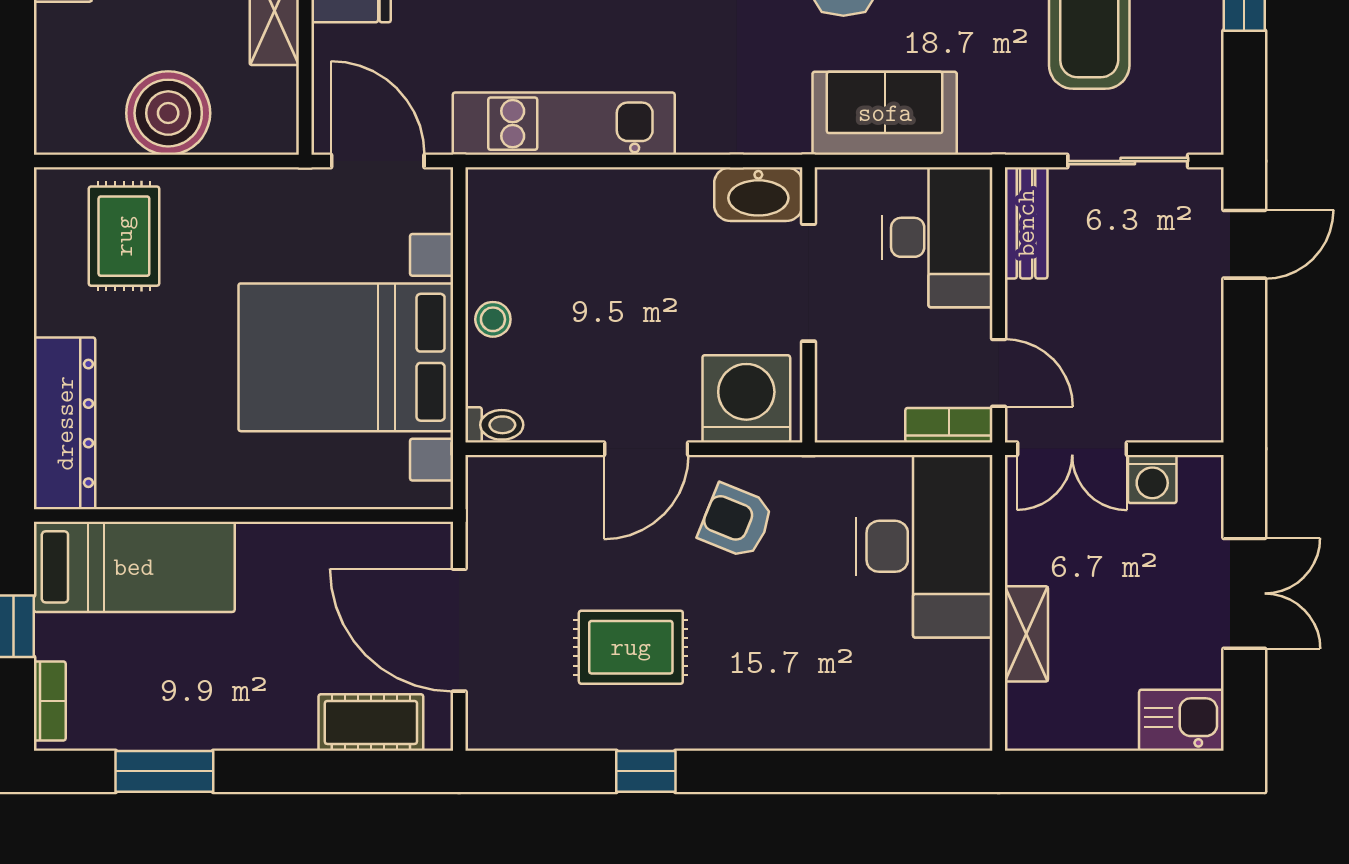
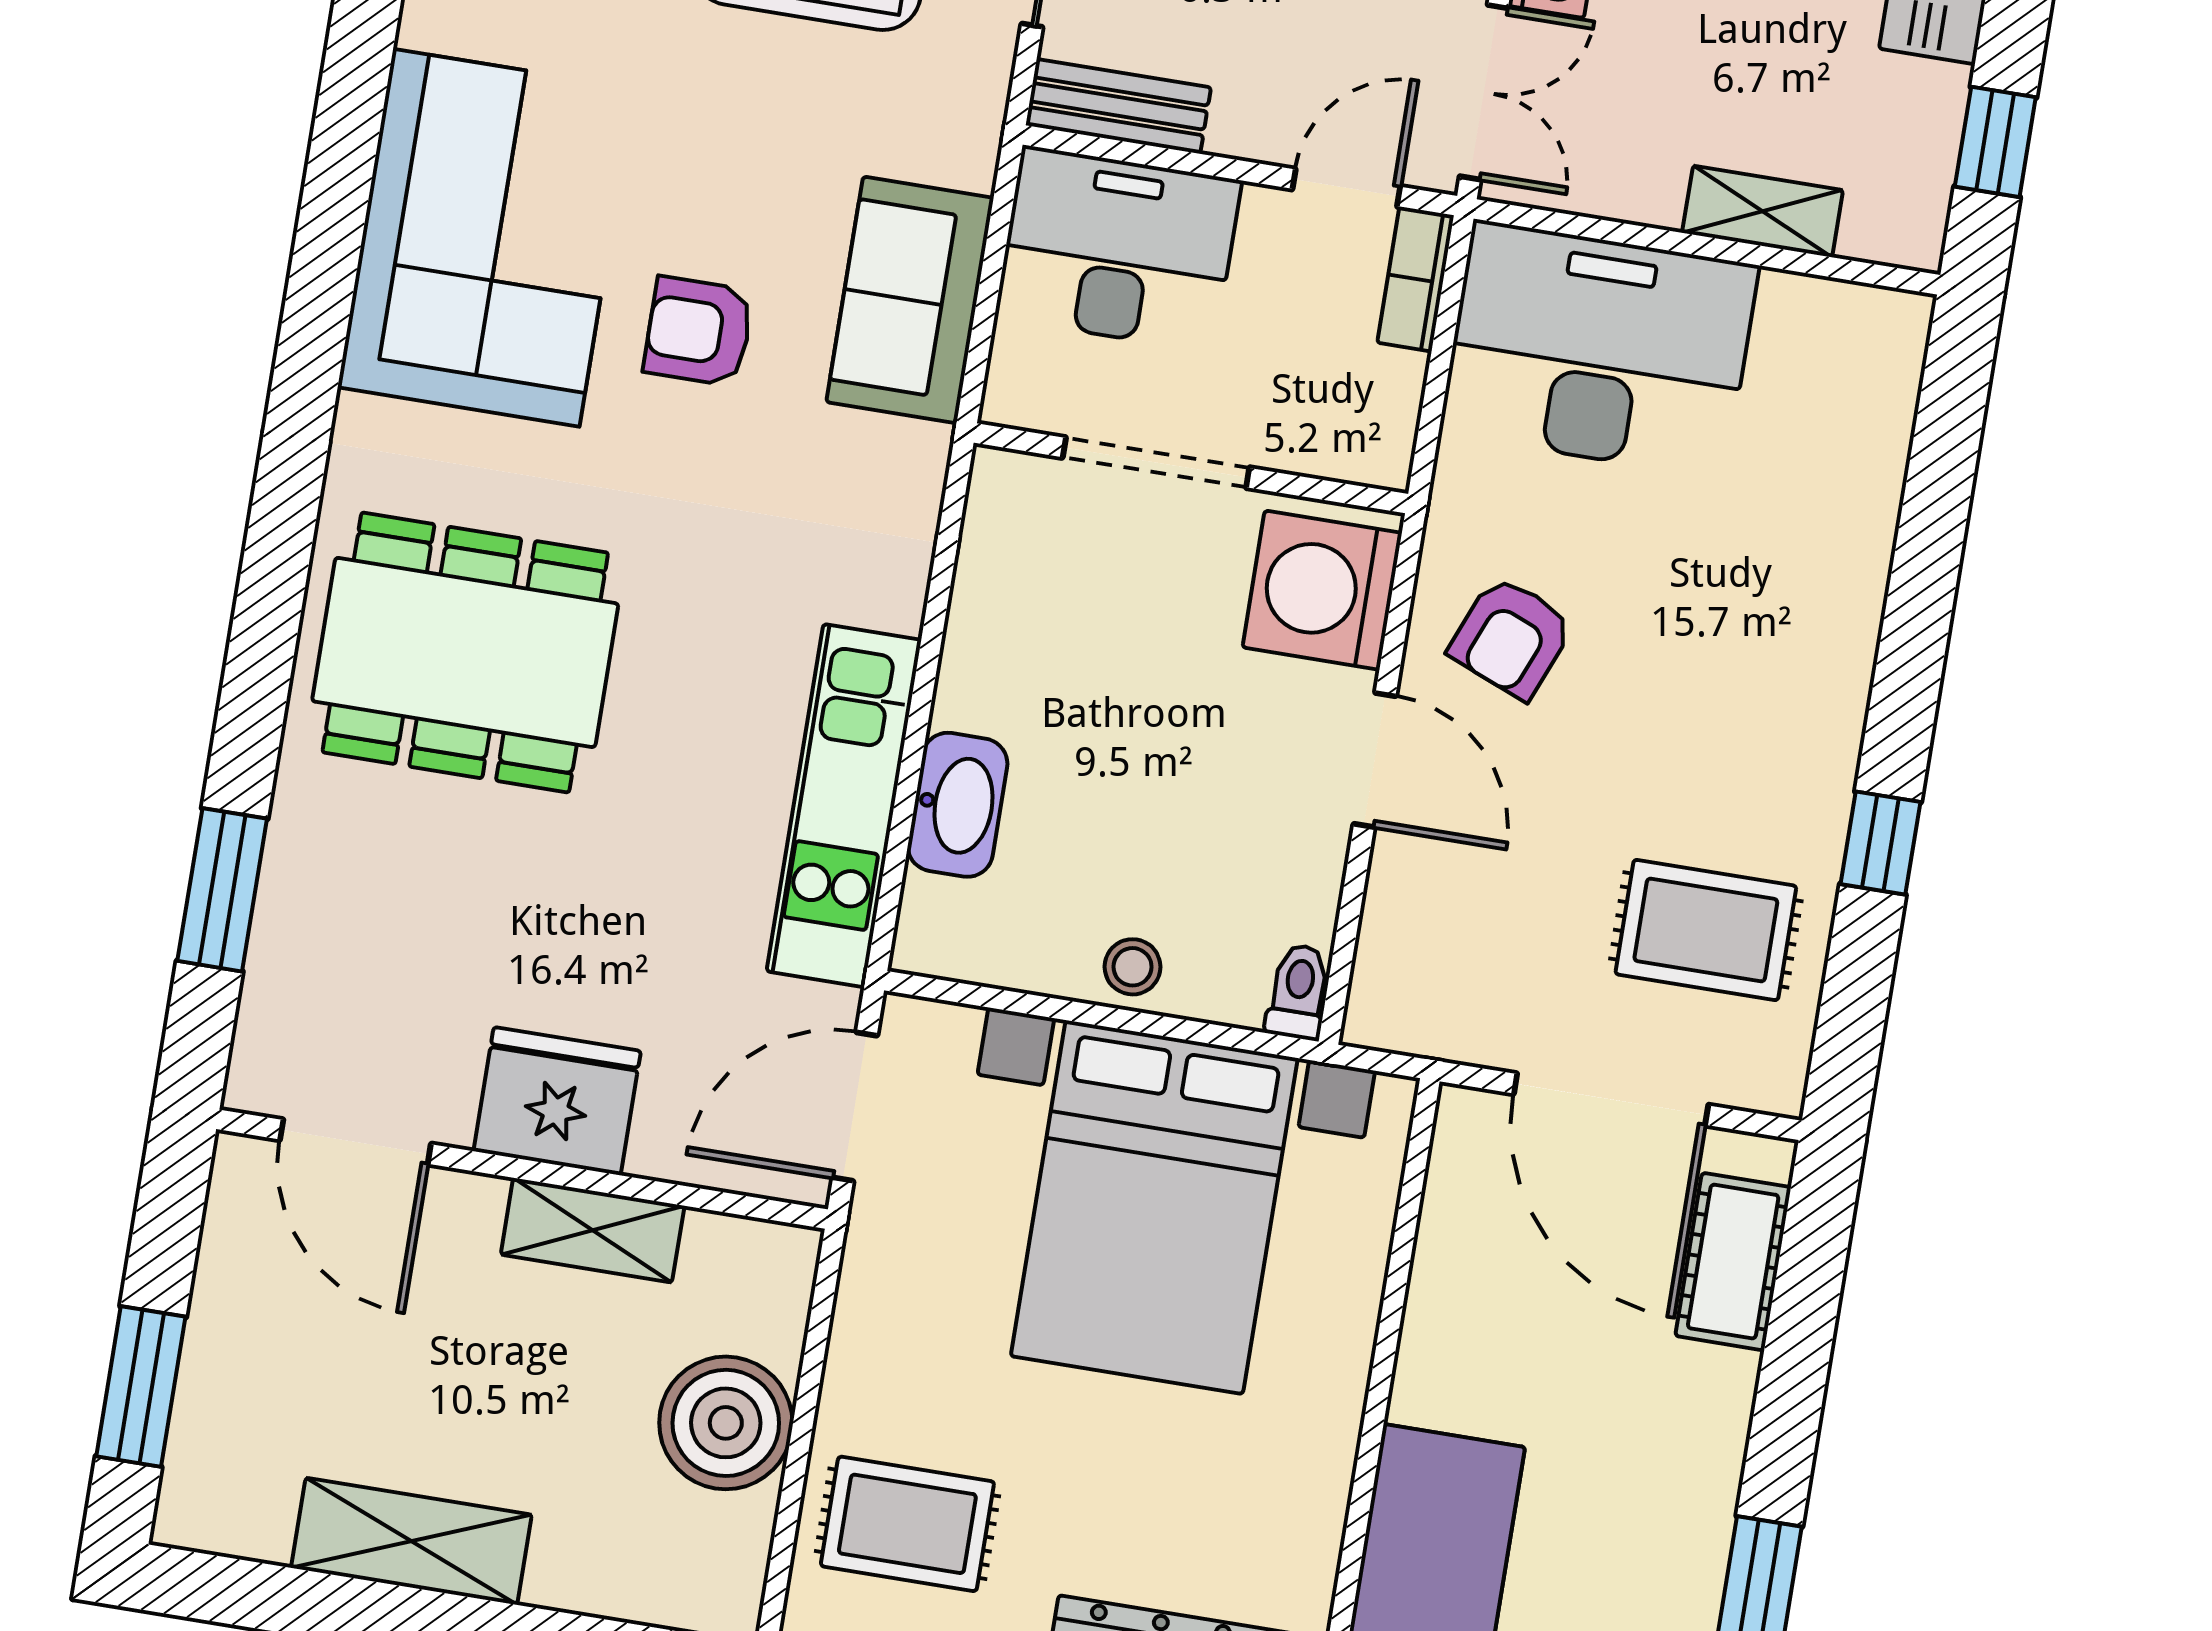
washbasin: (758, 194) -> (958, 805), moved
door: (459, 630) -> (1611, 1099), hinge flipped
rug: (631, 647) -> (1706, 930), moved, turned 90
window: (1093, 771) -> (1995, 142), added

